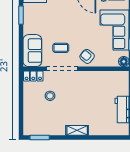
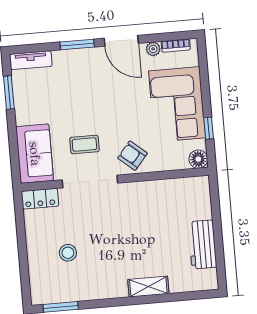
stool: (50, 96) -> (68, 253), moved
shelving: (77, 130) -> (148, 287), moved

